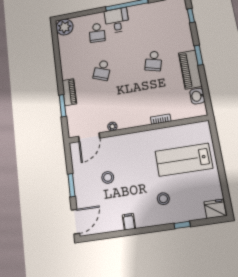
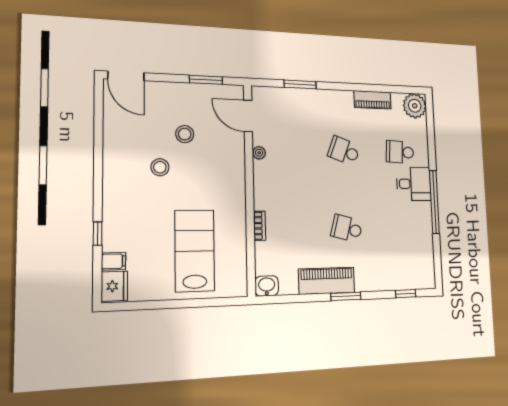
piano: (69, 92) -> (373, 100), moved
washbasin: (197, 96) -> (267, 286), moved
window: (71, 185) -> (206, 80), moved
stool: (163, 199) -> (160, 167), moved
filing cabinet: (129, 222) -> (114, 261), moved

